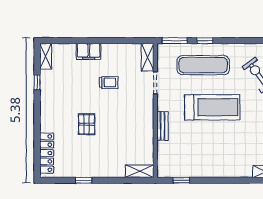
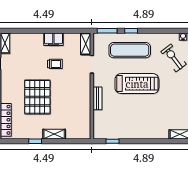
filing cabinet: (89, 51) -> (53, 39), moved
pallet: (87, 124) -> (37, 97), width x2.05, depth x2.00
shelving: (140, 171) -> (54, 134), moved

